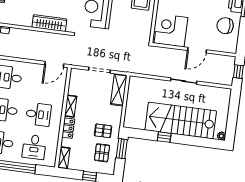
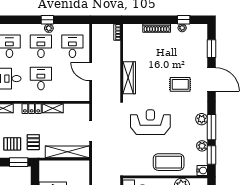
door: (54, 64) -> (91, 72), moved
shelving: (119, 90) -> (67, 152), width x1.47
desk: (38, 114) -> (41, 79), turned 180

